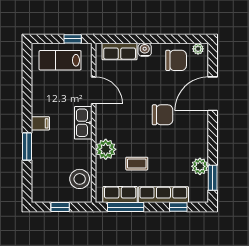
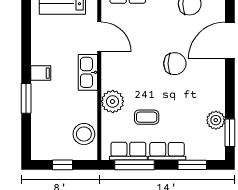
row of seats: (163, 195) -> (167, 151), width x0.68
window: (178, 207) -> (192, 165), width x1.50

